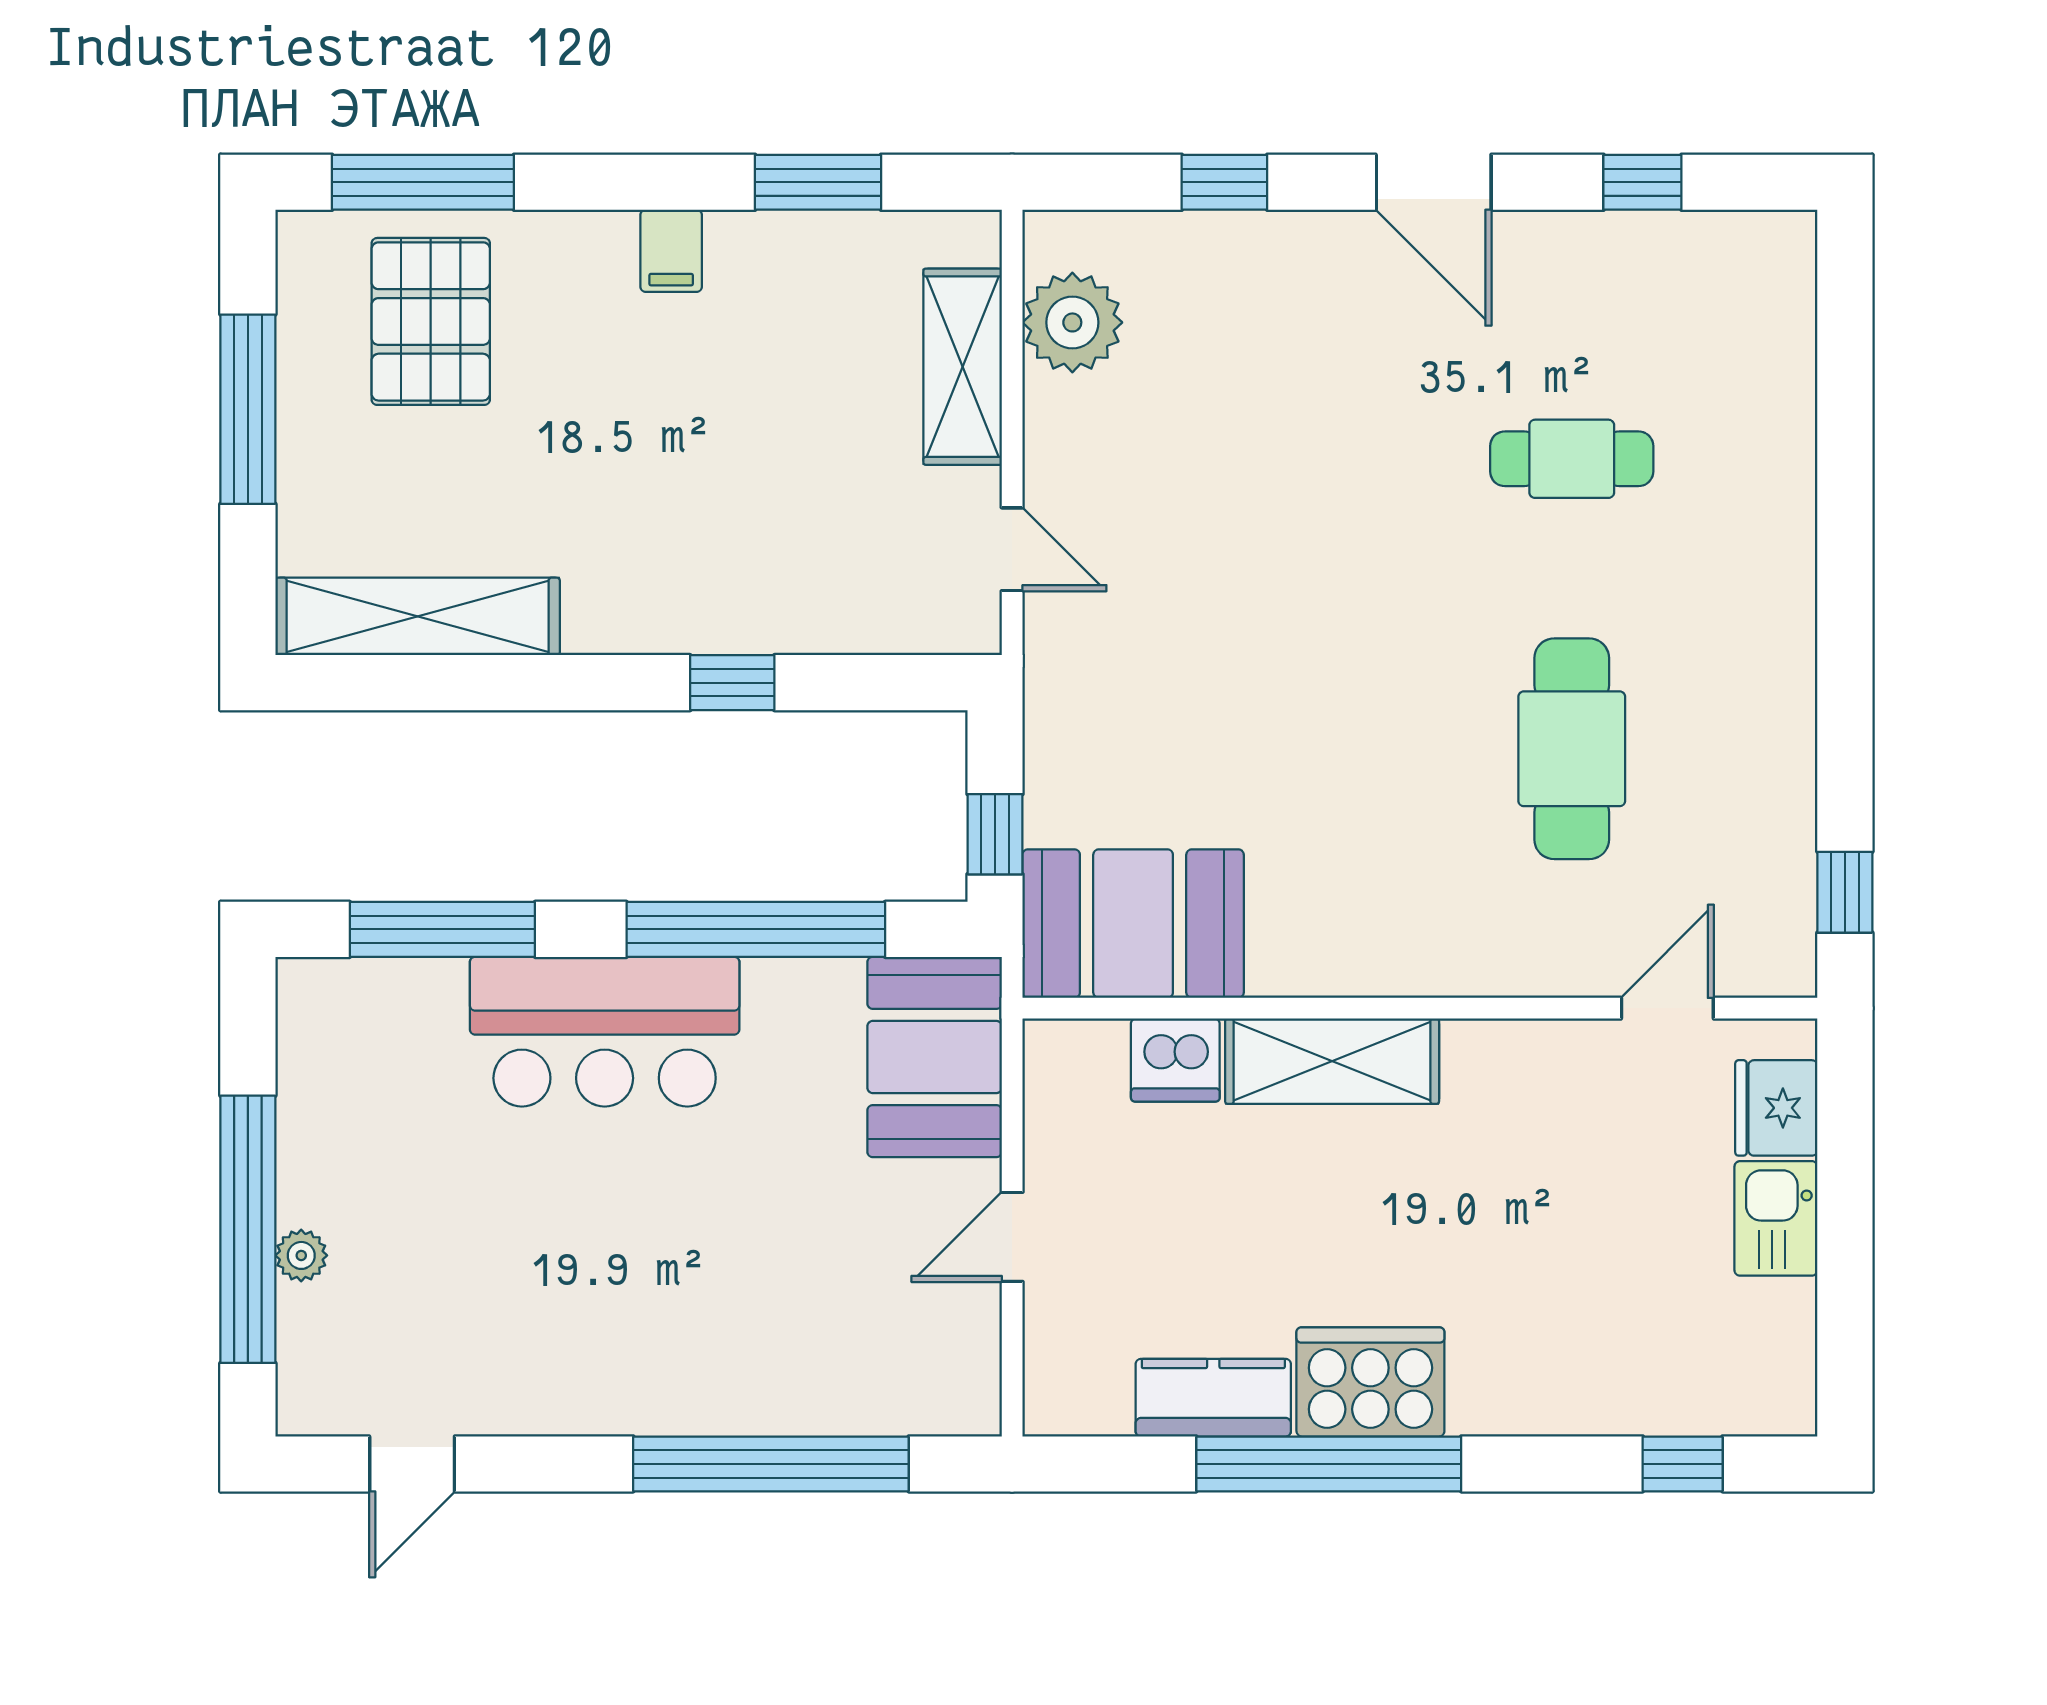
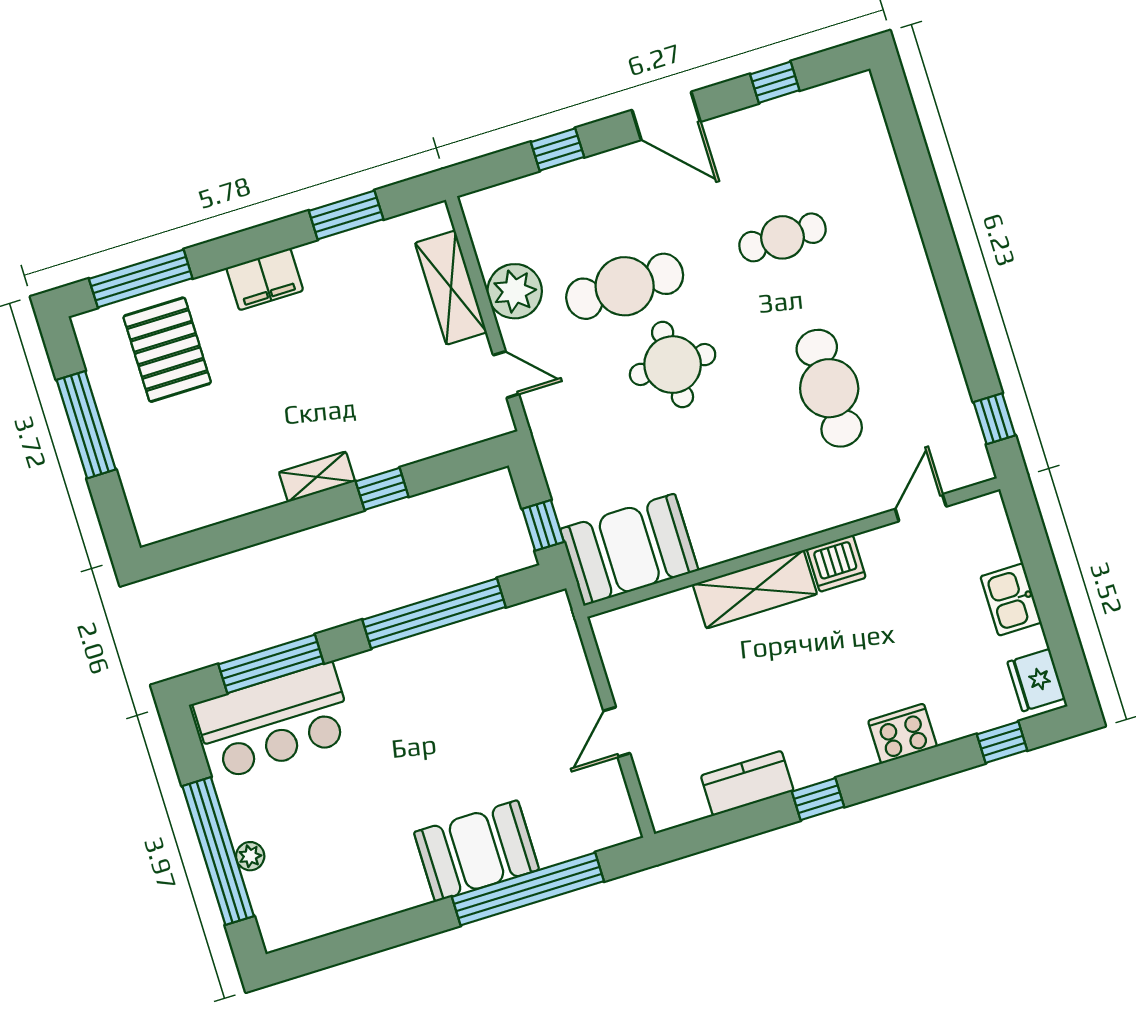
filing cabinet: (671, 251) -> (265, 279), width x2.00
plant: (1072, 322) -> (515, 291), moved
cafe table: (1268, 459) -> (625, 286), added
shelving: (418, 616) -> (317, 477), moved, width x0.45, depth x0.75
round table: (1310, 622) -> (673, 365), added
bar counter: (605, 1032) -> (274, 721), moved
booth: (935, 1057) -> (476, 851), moved, turned 90
dishwasher: (1175, 1060) -> (836, 563), moved
fridge: (1776, 1108) -> (1036, 680), moved
cooker: (1370, 1382) -> (902, 734), moved, width x0.73, depth x0.76
door: (412, 1464) -> (341, 947), removed
window: (1329, 1464) -> (818, 799), width x0.32

